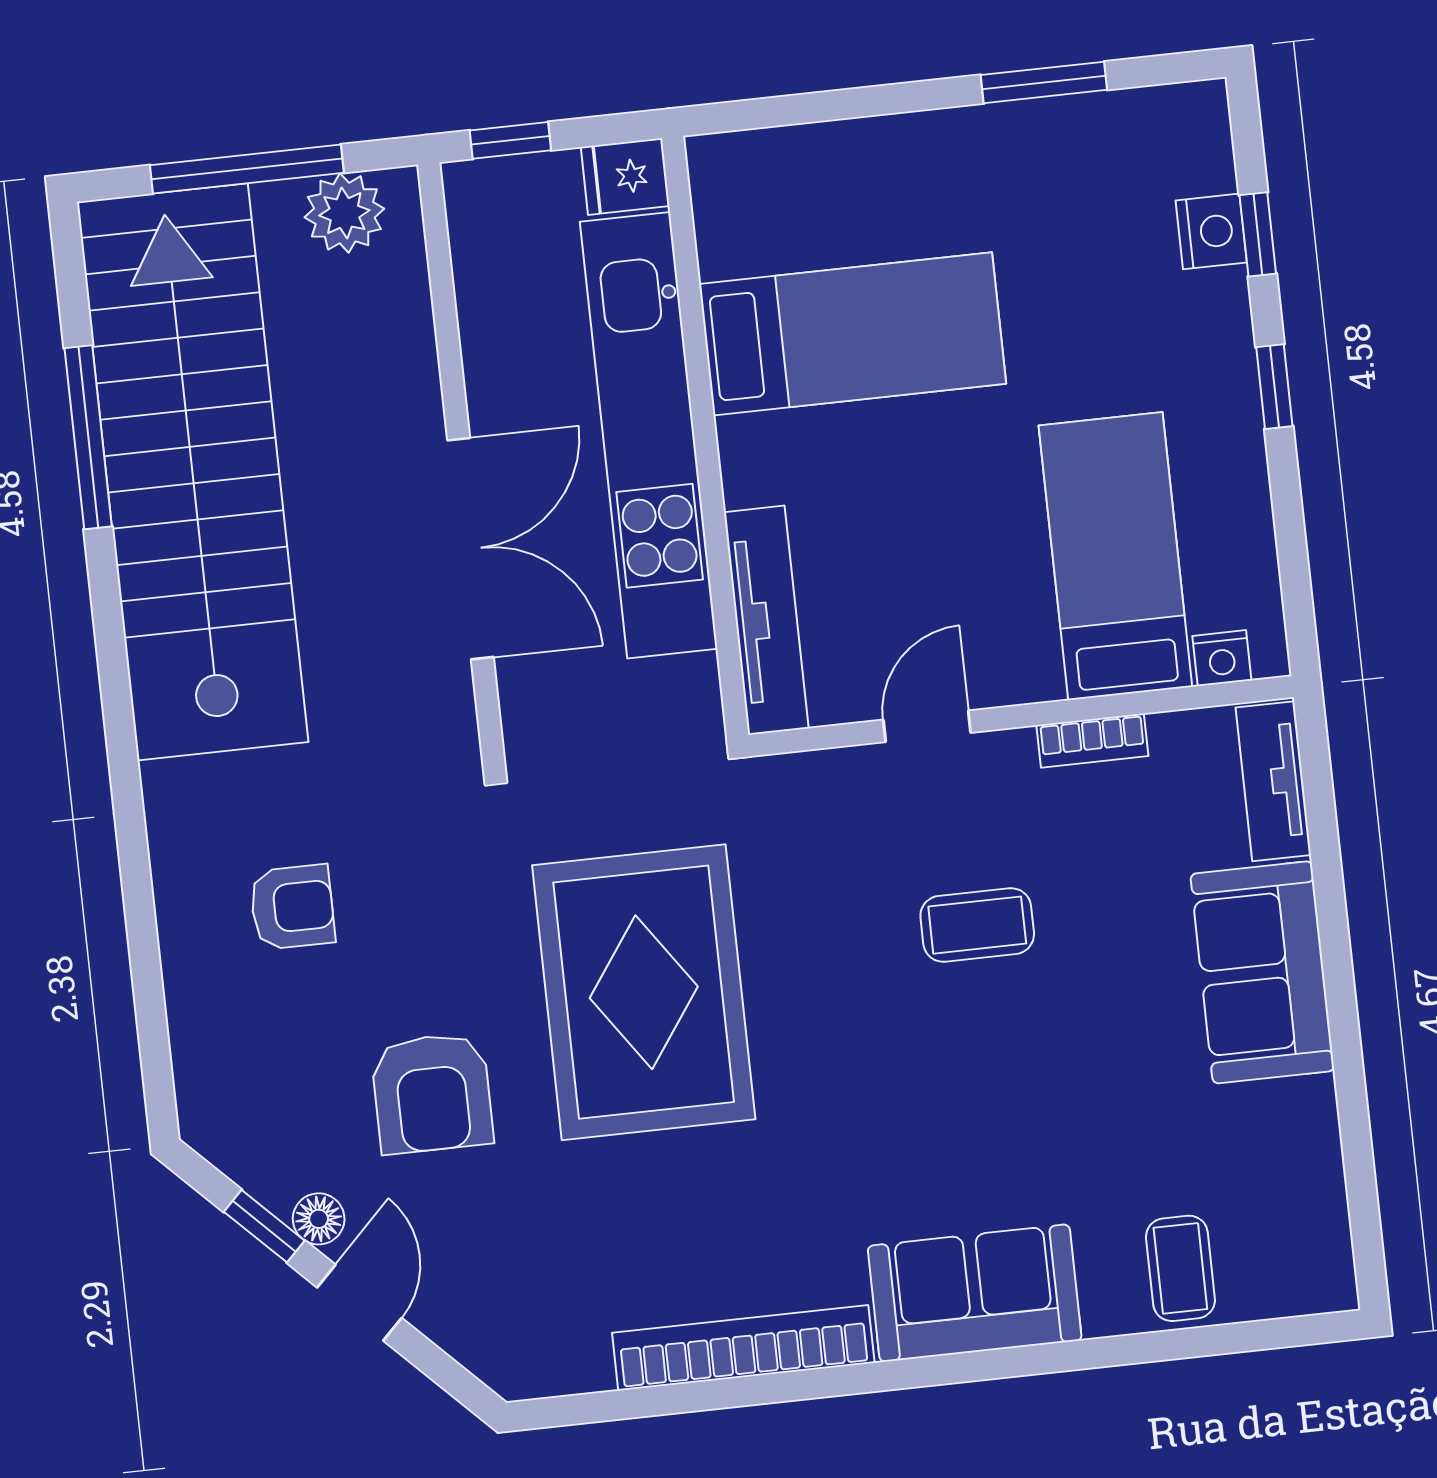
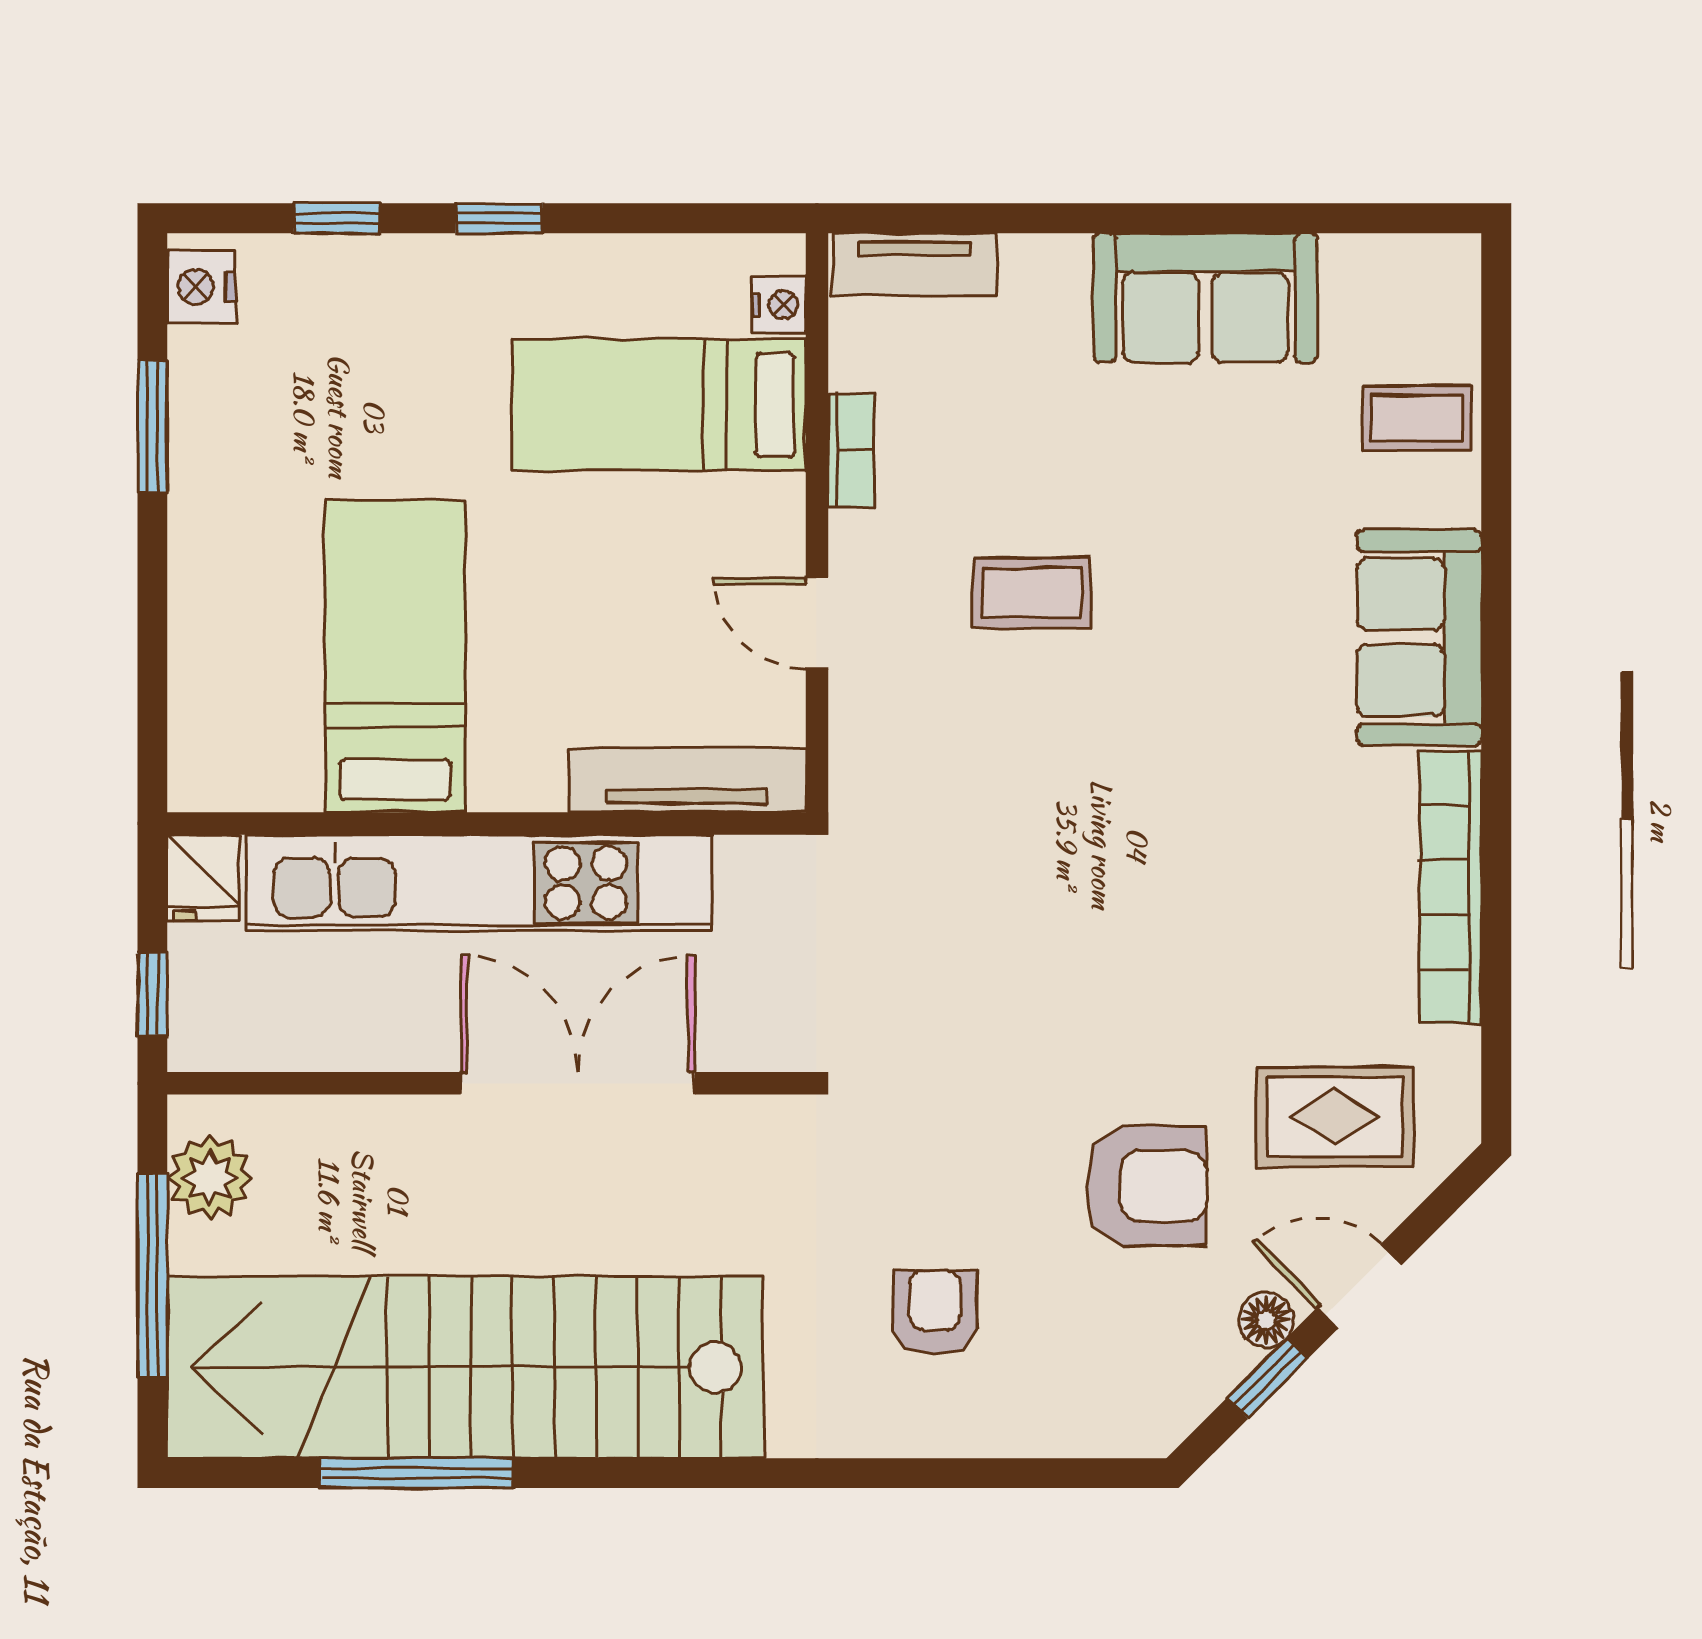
nightstand: (1211, 231) -> (201, 287), moved, turned -90
coffee table: (977, 925) -> (1032, 593), turned 90
sofa: (1262, 972) -> (1205, 298), moved
rug: (644, 992) -> (1335, 1117), moved, width x0.54, depth x0.49

